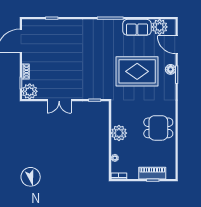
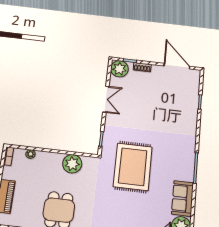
rug: (137, 71) -> (133, 167), moved
double door: (59, 100) -> (106, 99), swing flipped
plant: (119, 133) -> (72, 164), moved

